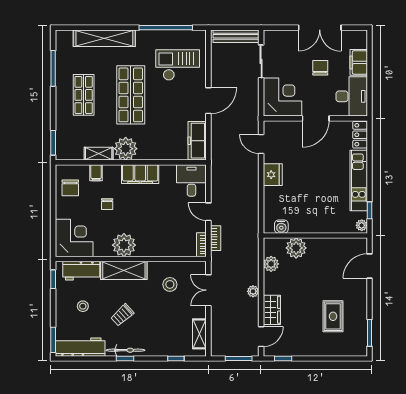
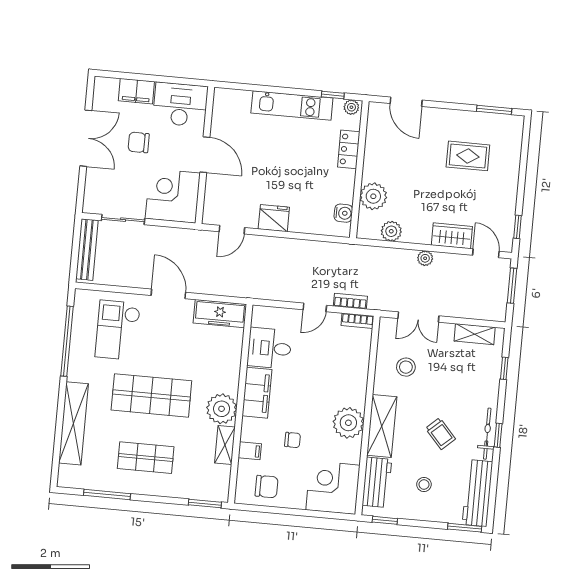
locker: (360, 135) -> (349, 149), moved, turned 90
desk: (191, 180) -> (269, 348), moved

